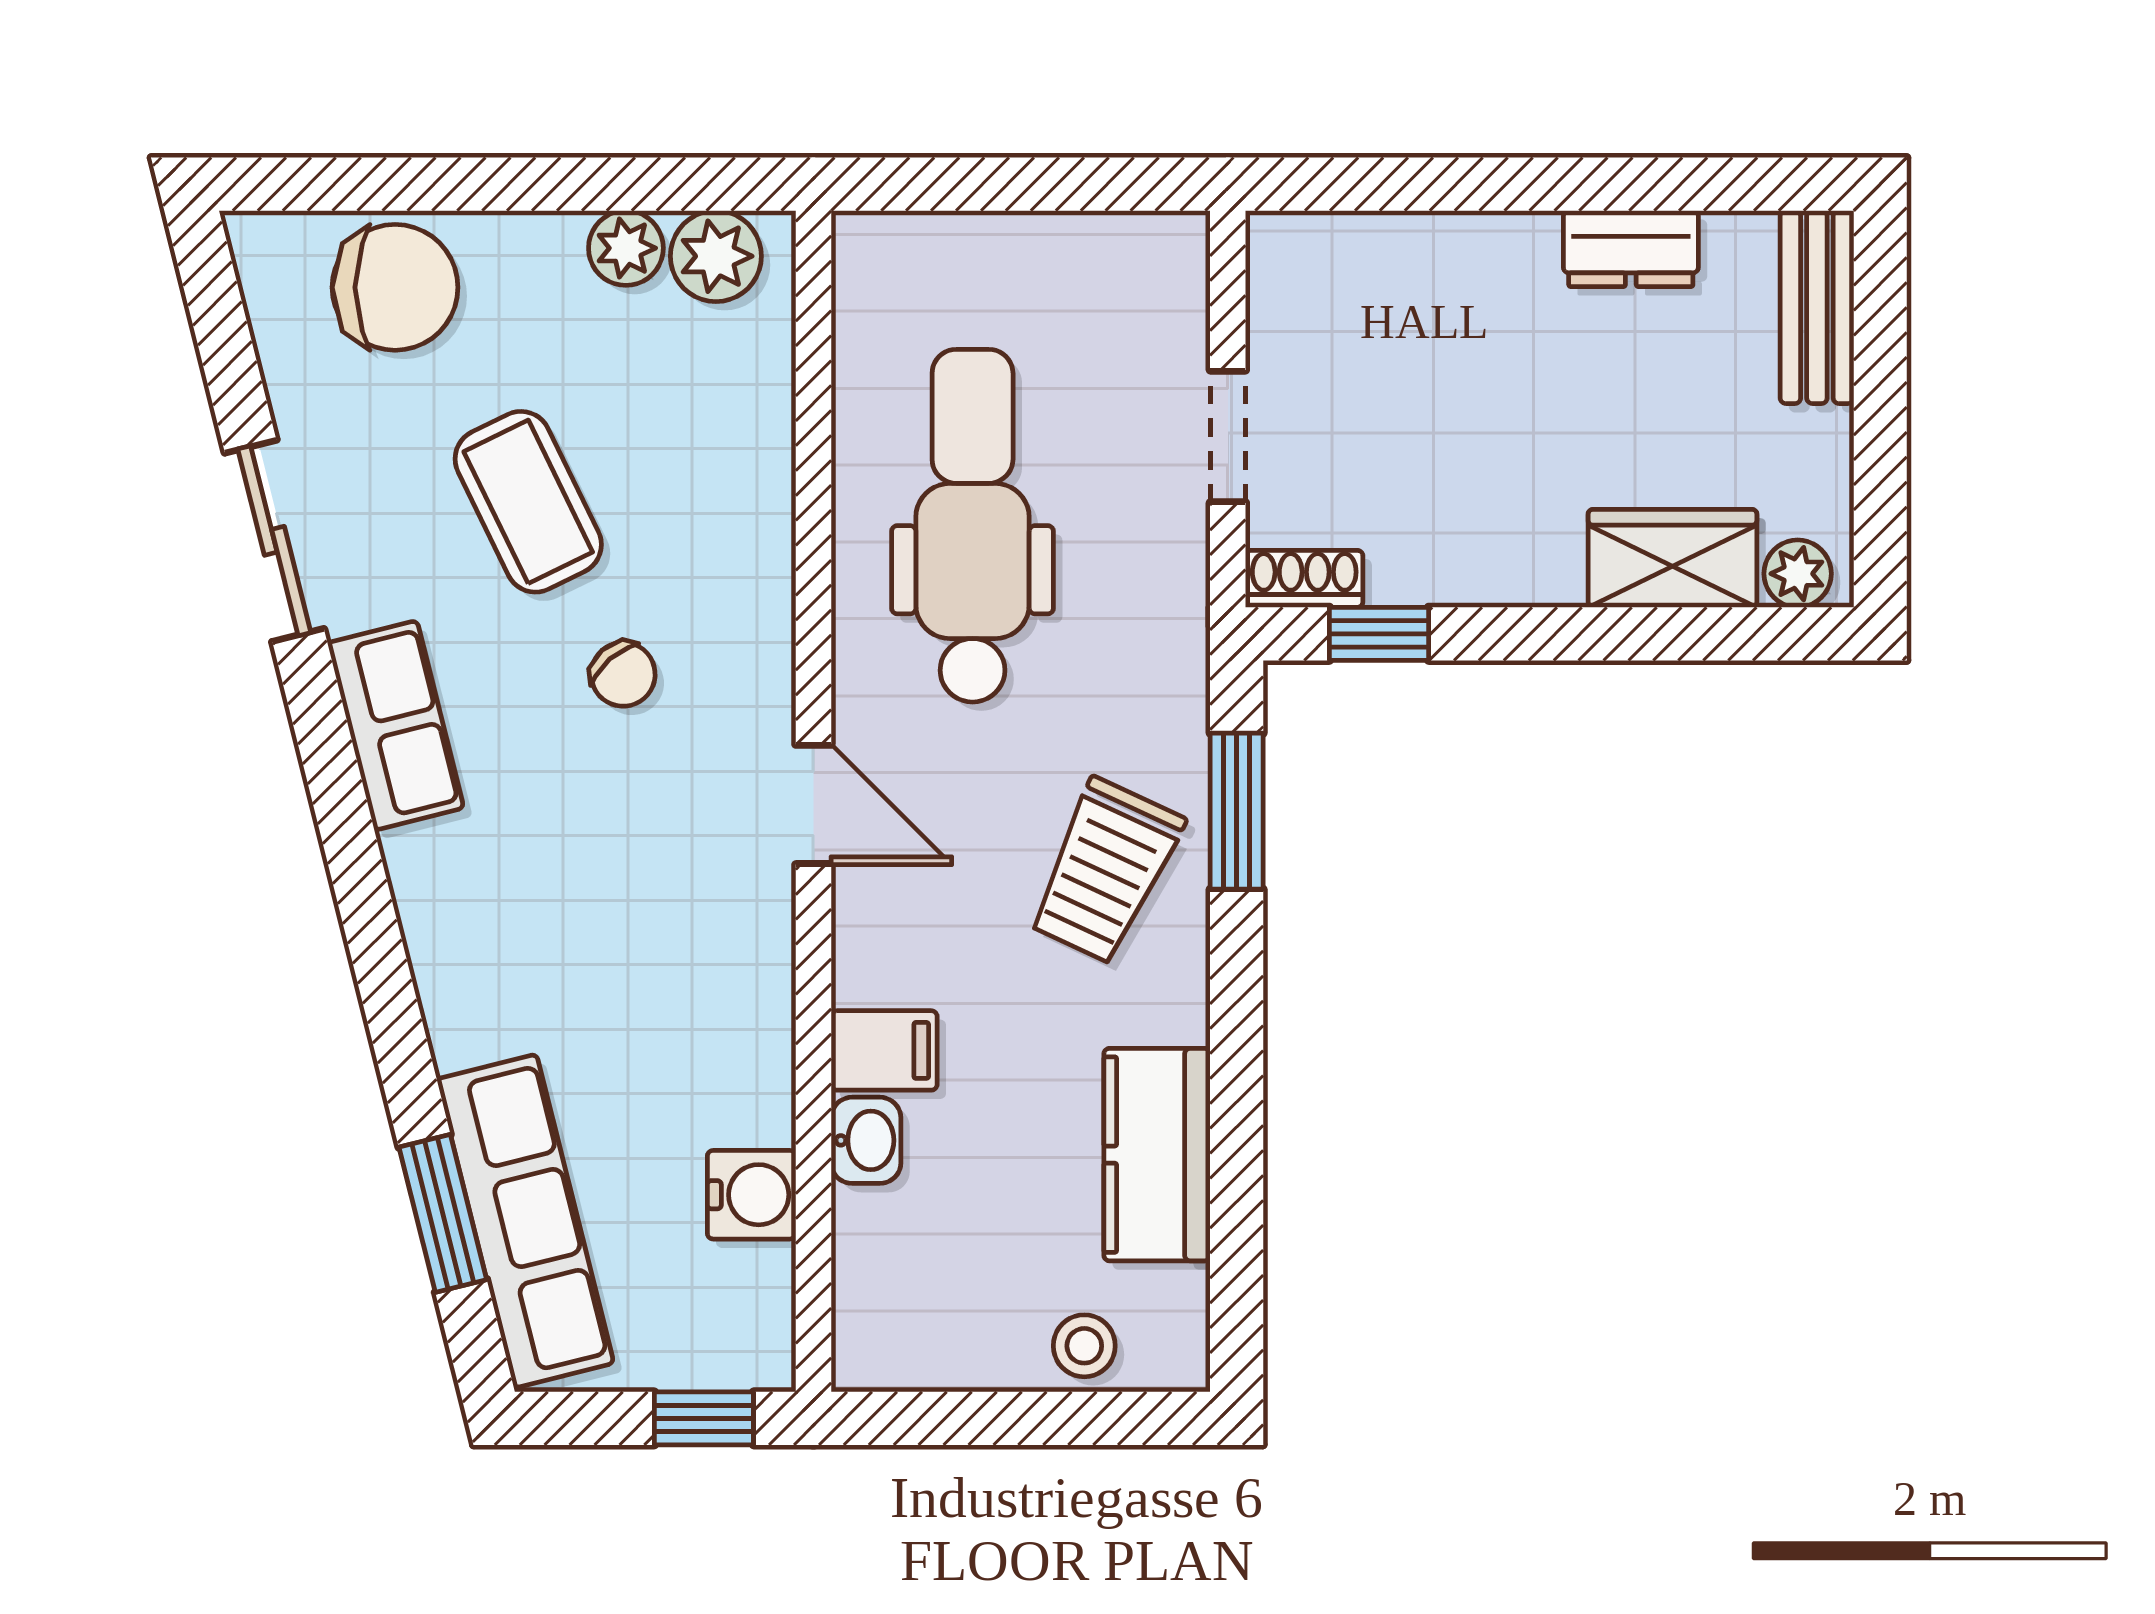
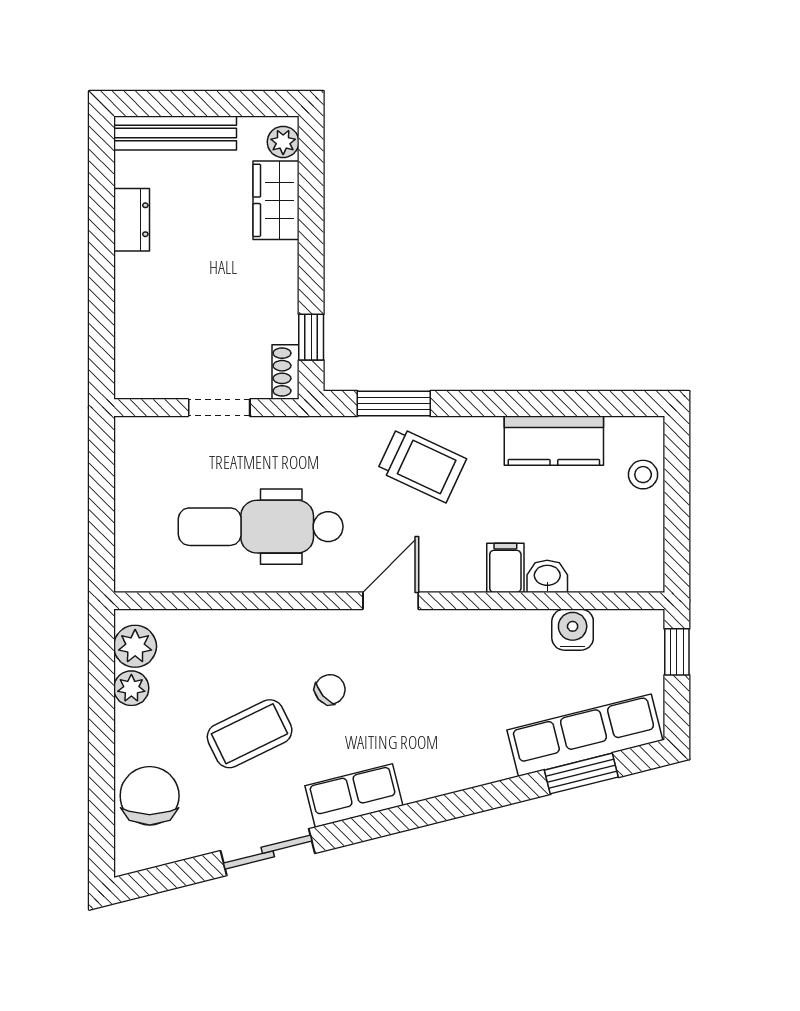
bench: (1817, 307) -> (175, 133), width x1.36

